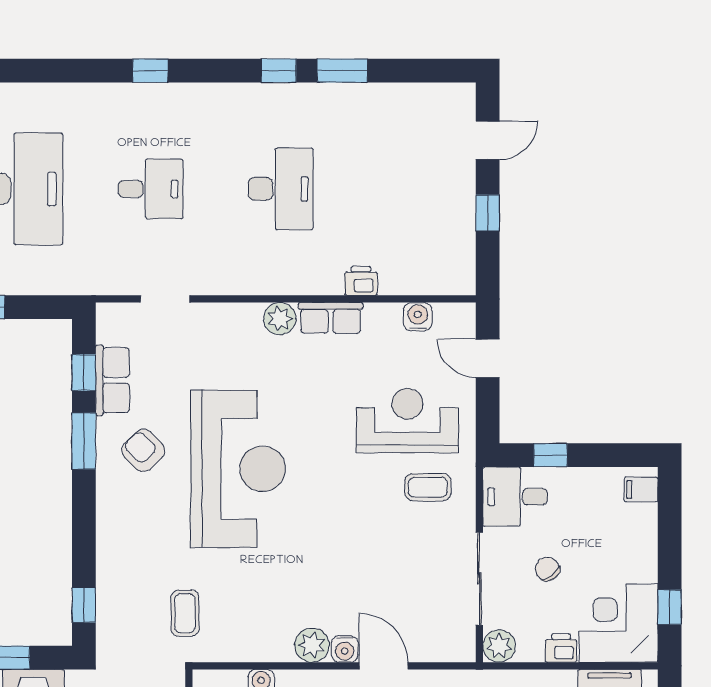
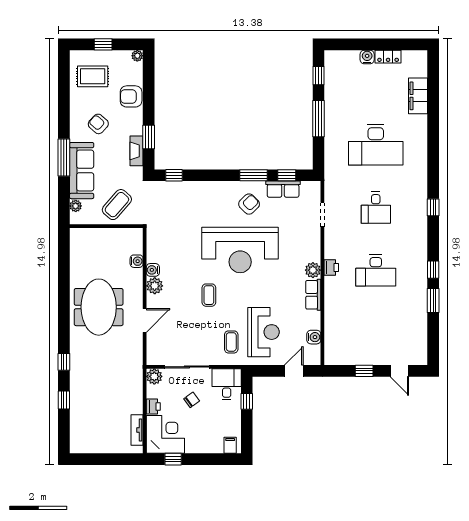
printer: (361, 281) -> (331, 268), moved
coffee table: (185, 613) -> (209, 295), moved, turned 90
water cooler: (345, 649) -> (153, 270), moved

